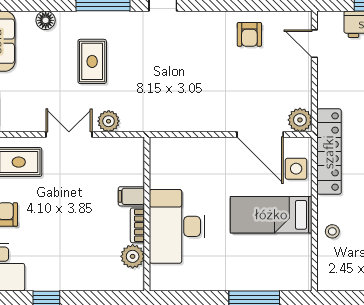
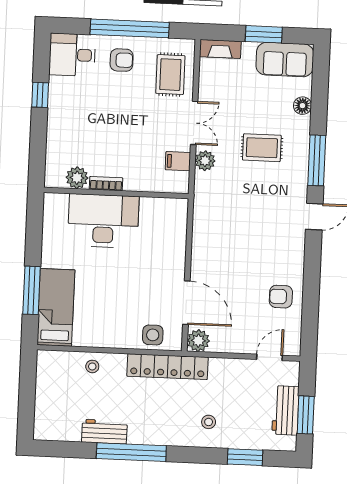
door: (260, 134) -> (186, 303), swing flipped
filing cabinet: (131, 196) -> (178, 161), moved, turned -90
bed: (271, 215) -> (56, 307), moved

